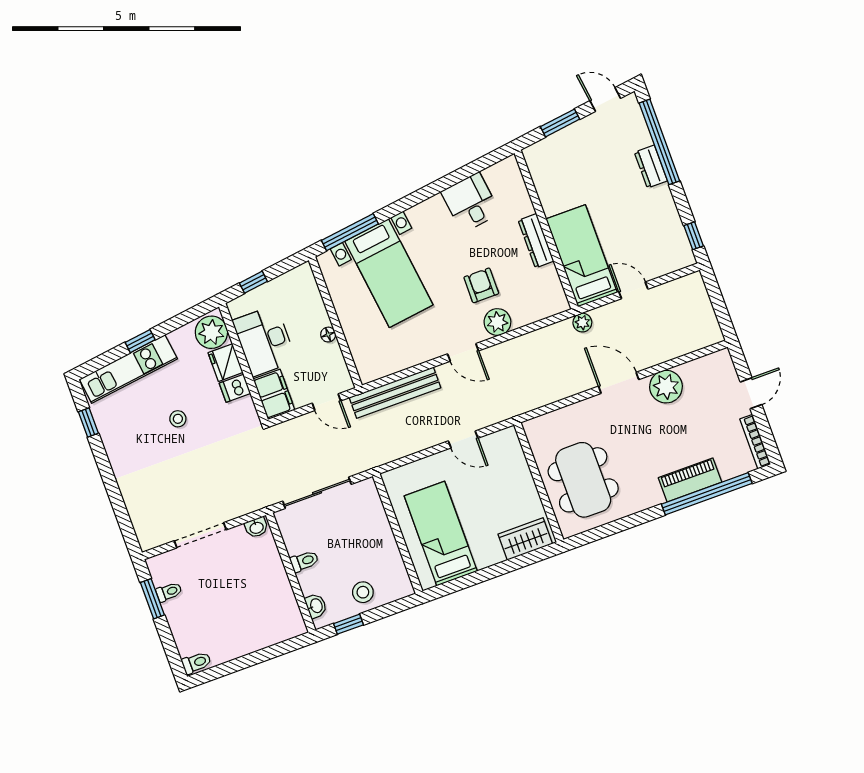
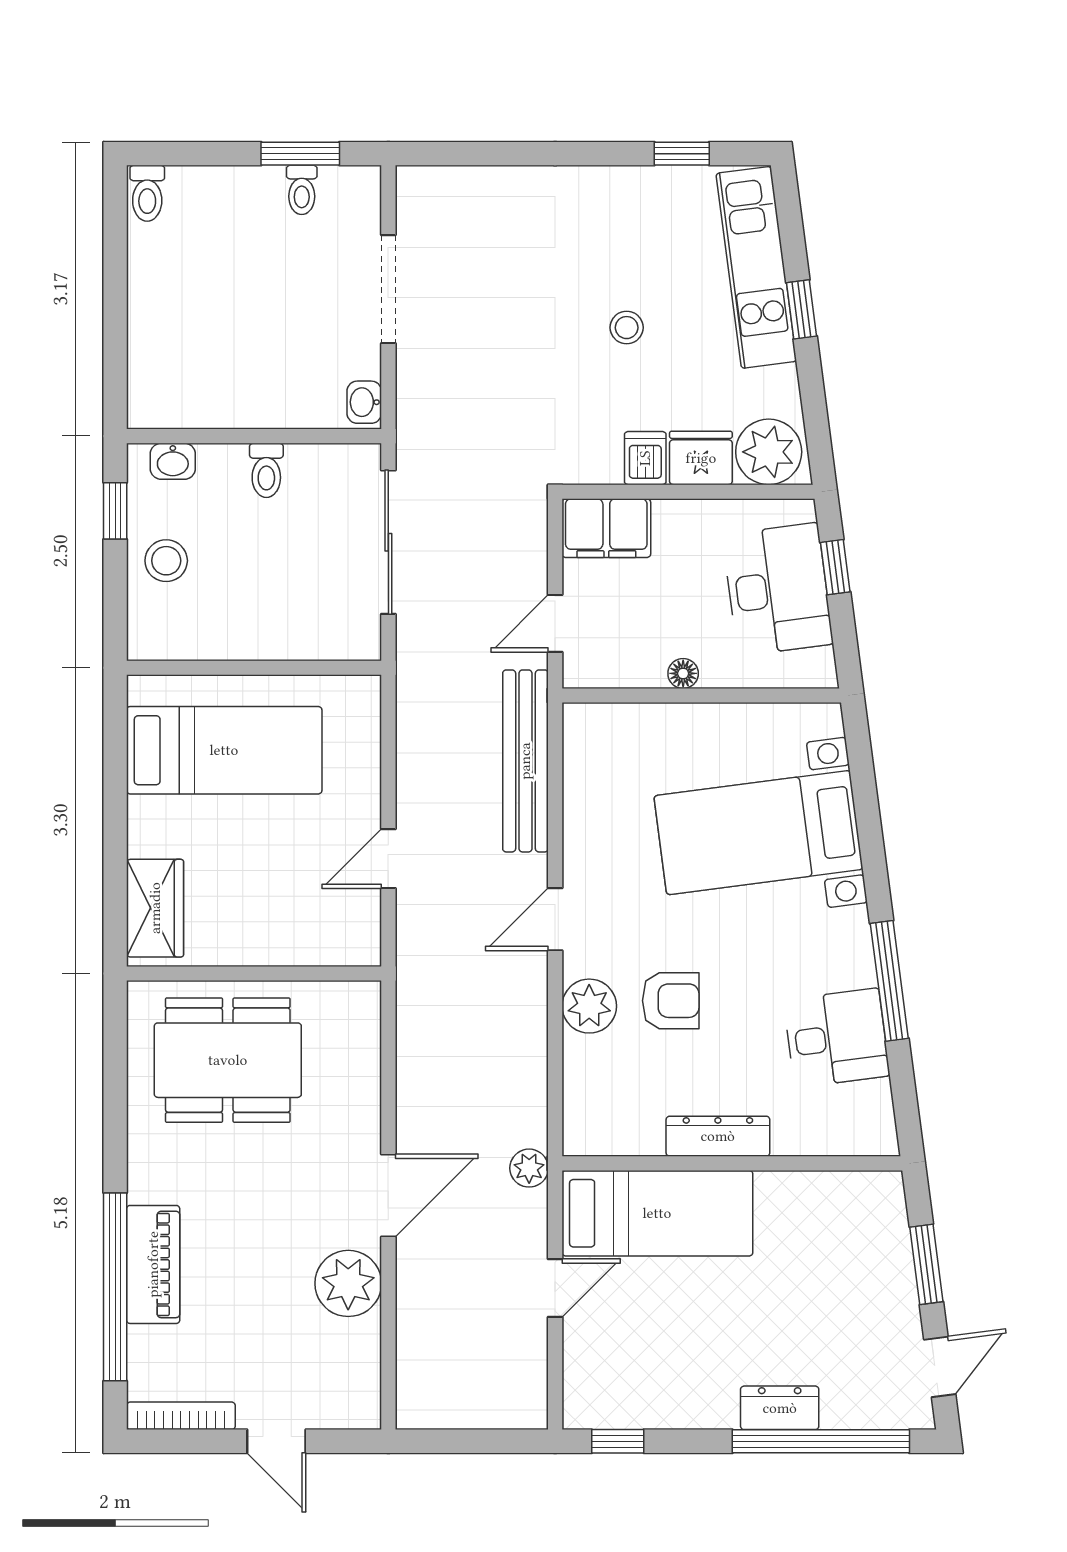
window: (350, 232) -> (889, 981), moved
desk: (264, 341) -> (778, 589), moved, turned 83

